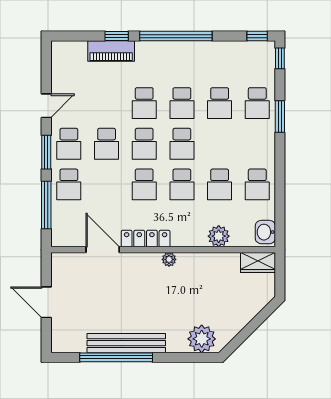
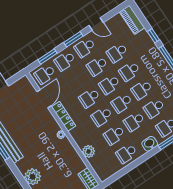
piano: (111, 51) -> (132, 20), moved
school desk: (107, 103) -> (117, 53), added
school desk: (220, 144) -> (134, 122), added
window: (46, 205) -> (47, 57), width x0.69
school desk: (69, 225) -> (45, 74), added
washbasin: (265, 232) -> (150, 144), moved

